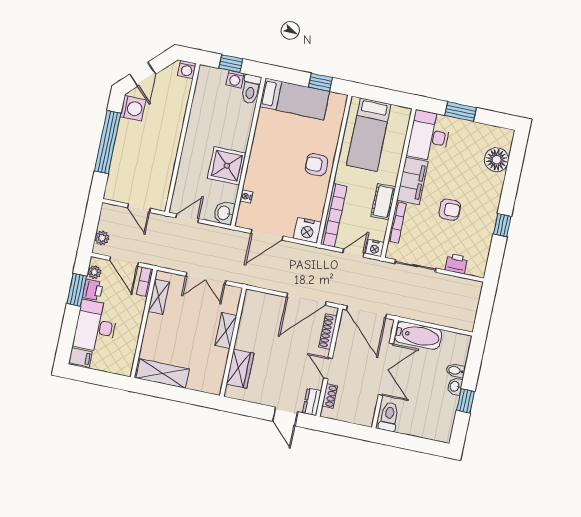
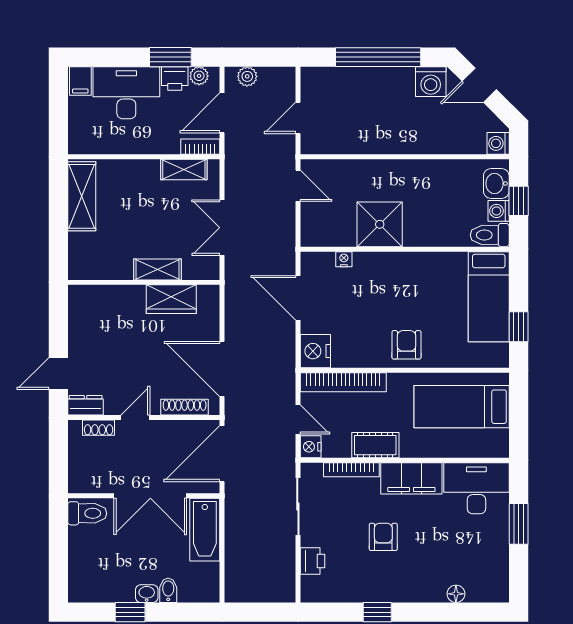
floor lamp: (497, 160) -> (456, 594), width x0.53, depth x0.53
armchair: (450, 210) -> (383, 537), turned 180
washbasin: (224, 213) -> (496, 184), moved, turned -90
wardrobe: (240, 369) -> (171, 299), moved

